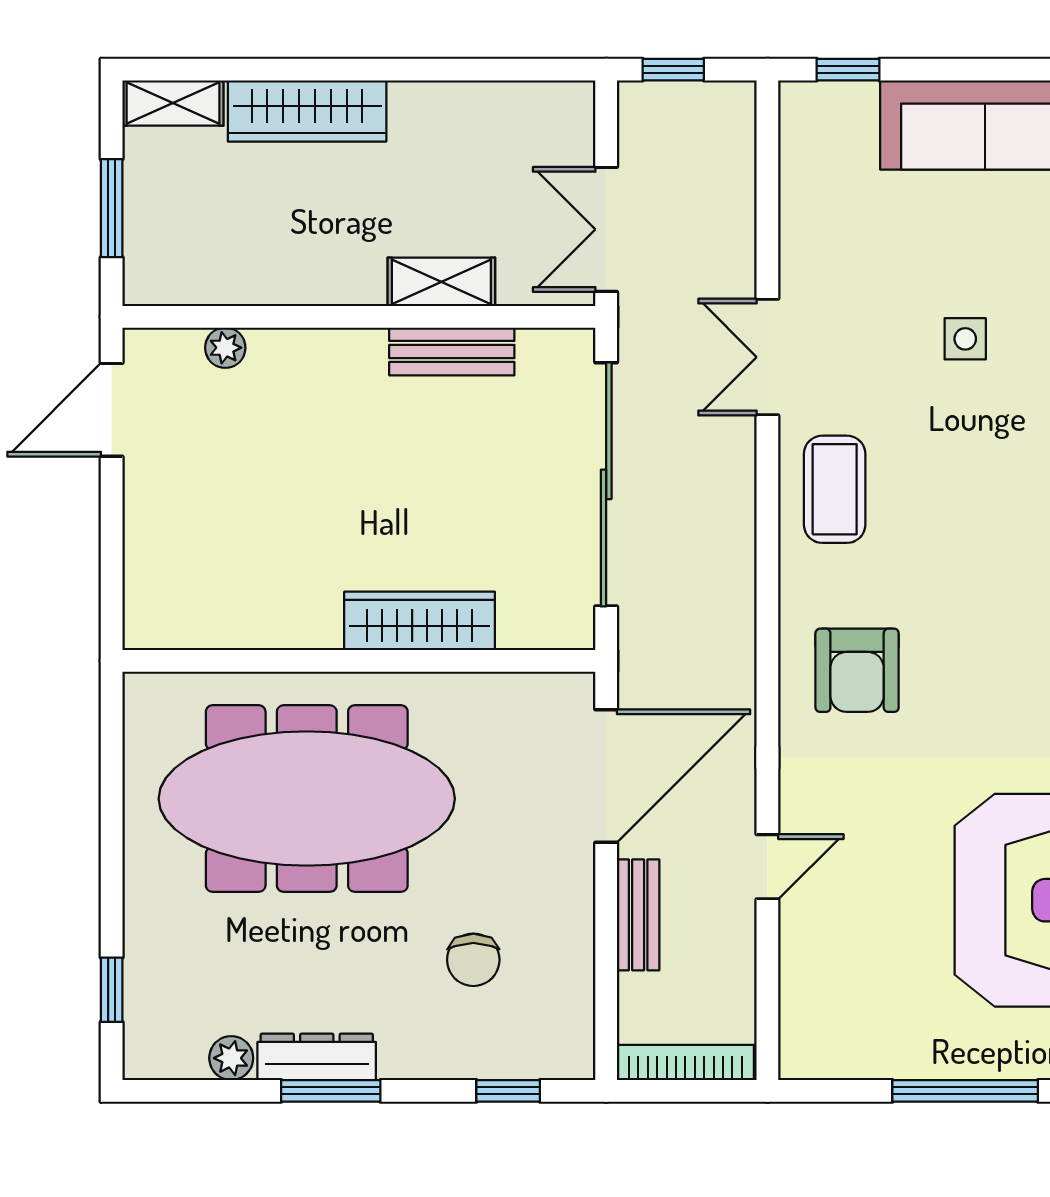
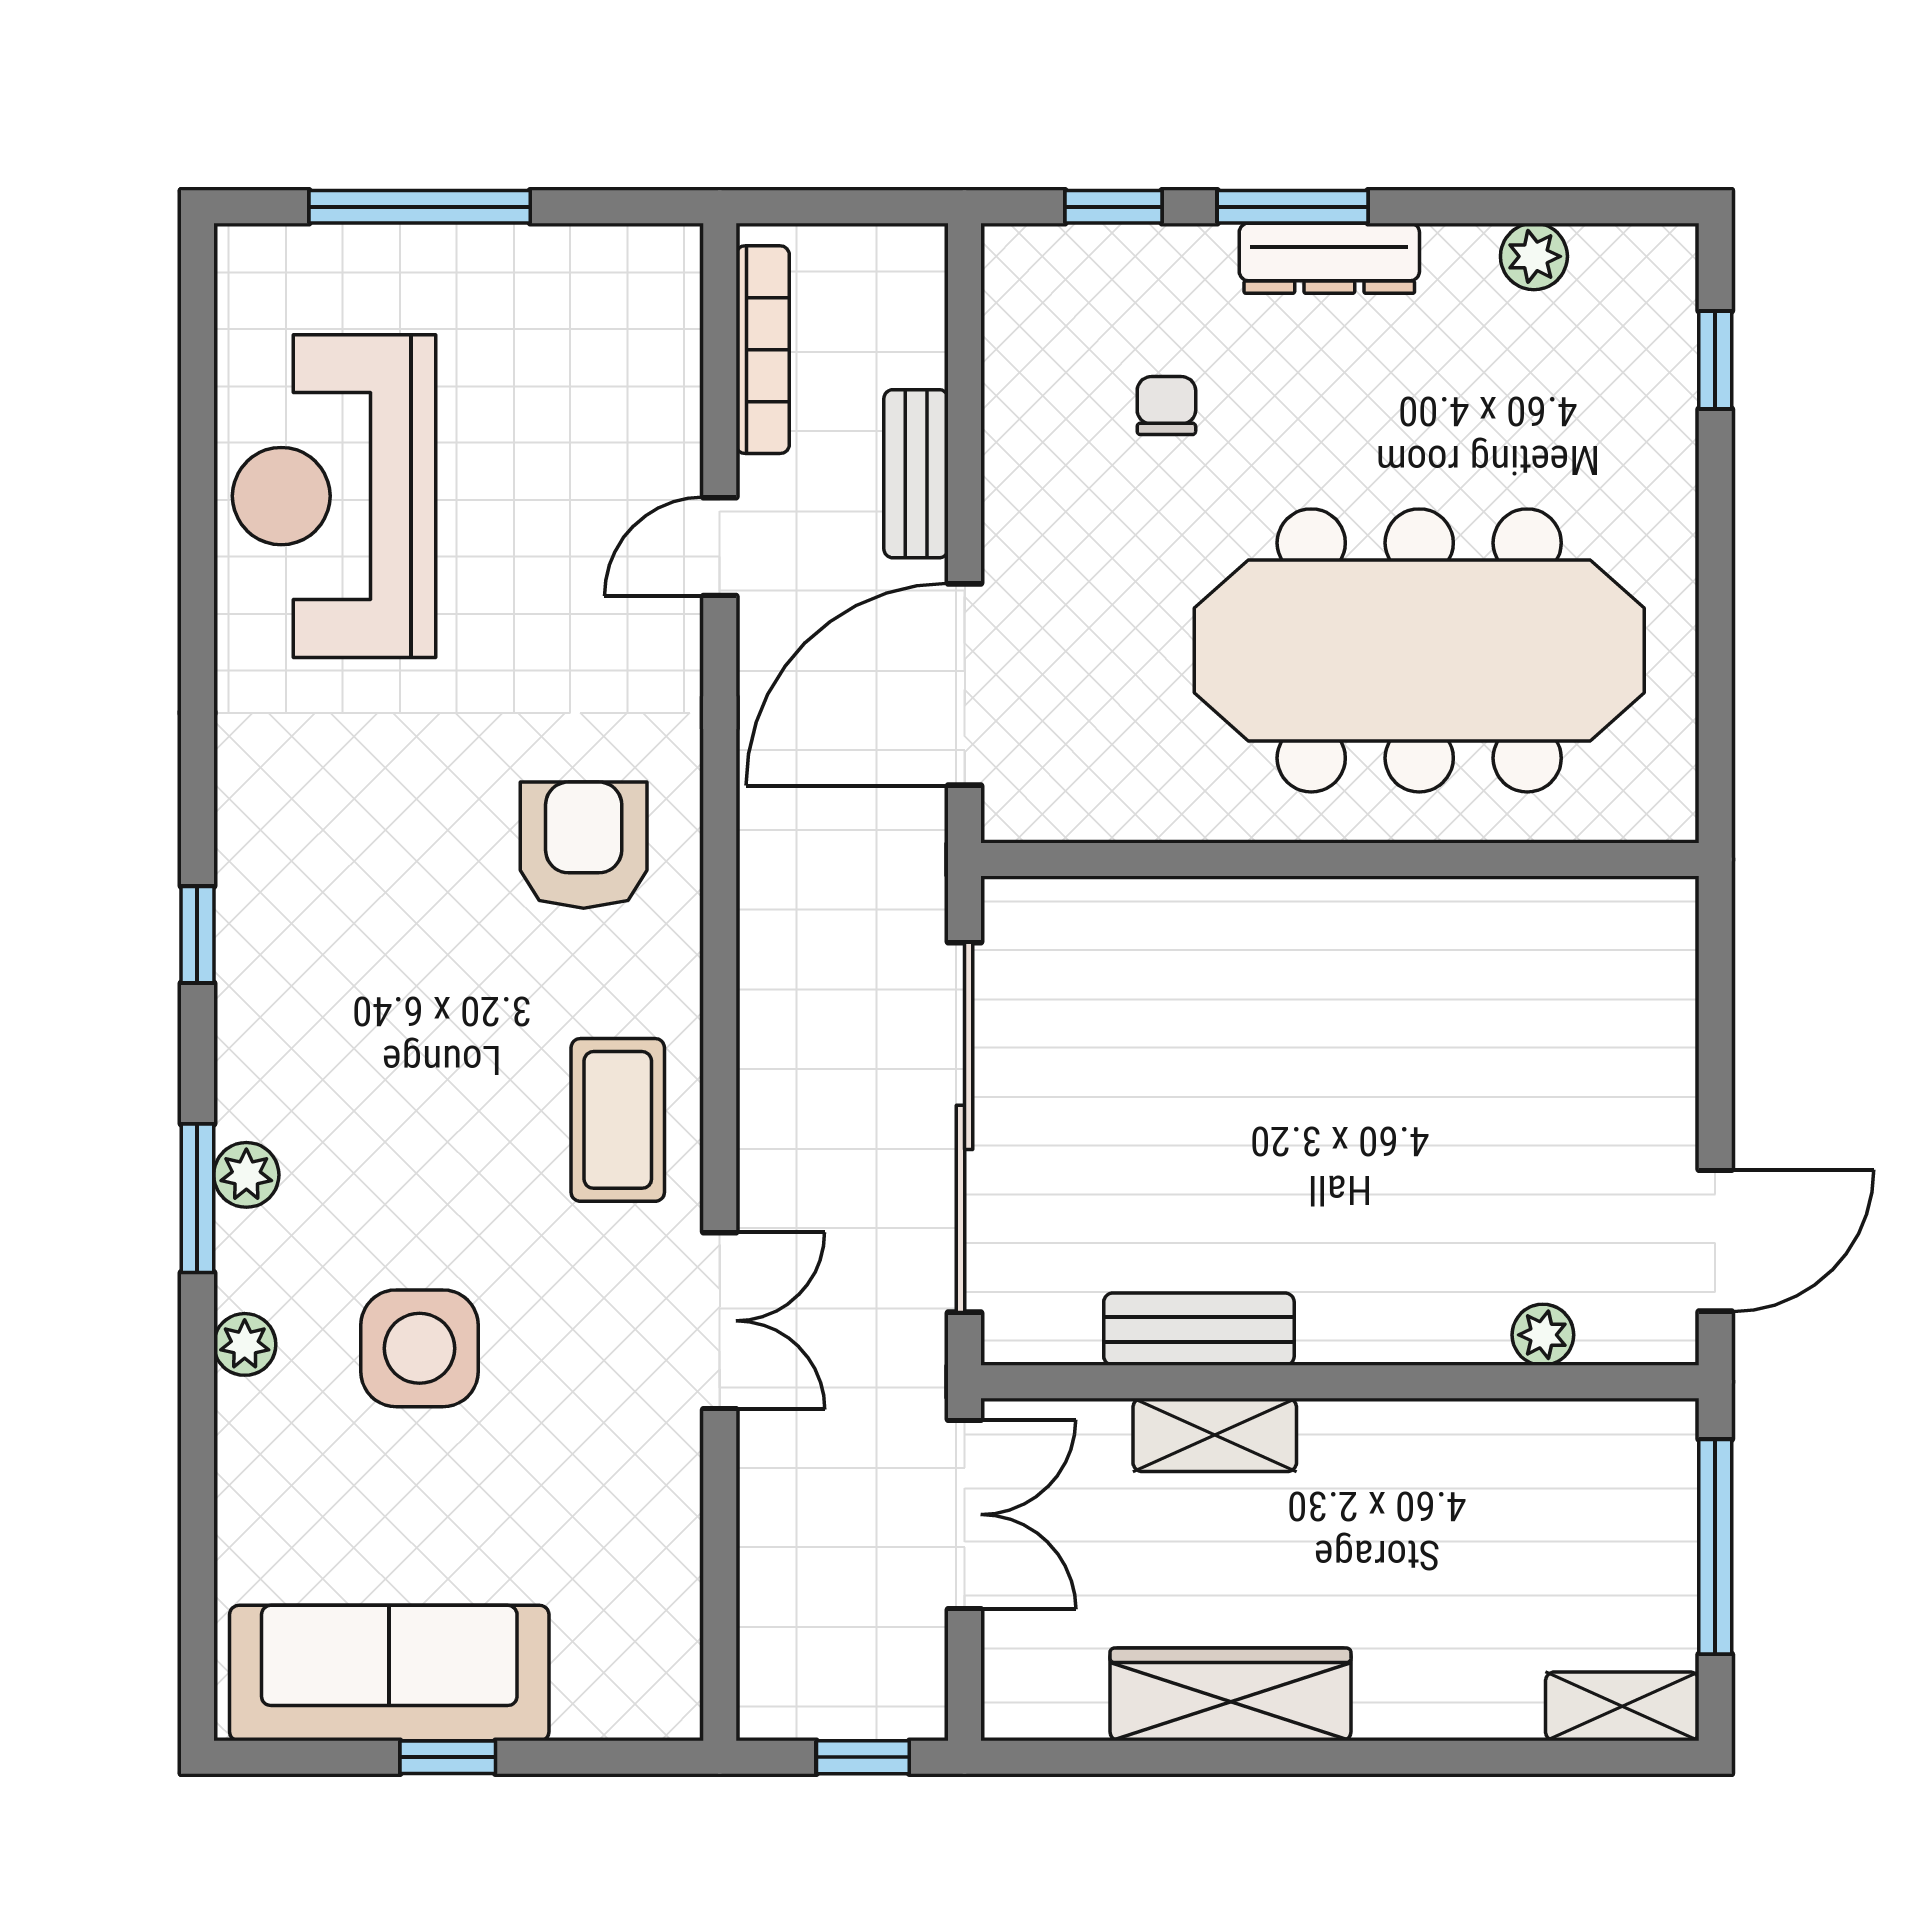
window: (848, 70) -> (448, 1757), moved
wardrobe: (307, 111) -> (1230, 1694), moved
window: (112, 208) -> (1715, 1547), width x1.44
side table: (965, 339) -> (420, 1348), width x1.87, depth x1.87
wardrobe: (420, 621) -> (1248, 920), removed
chair: (473, 960) -> (1166, 406), width x0.73, depth x0.73
dresser: (317, 1057) -> (1329, 258), moved
bookcase: (685, 1062) -> (763, 350), moved, turned -90
window: (331, 1091) -> (1293, 207), moved

